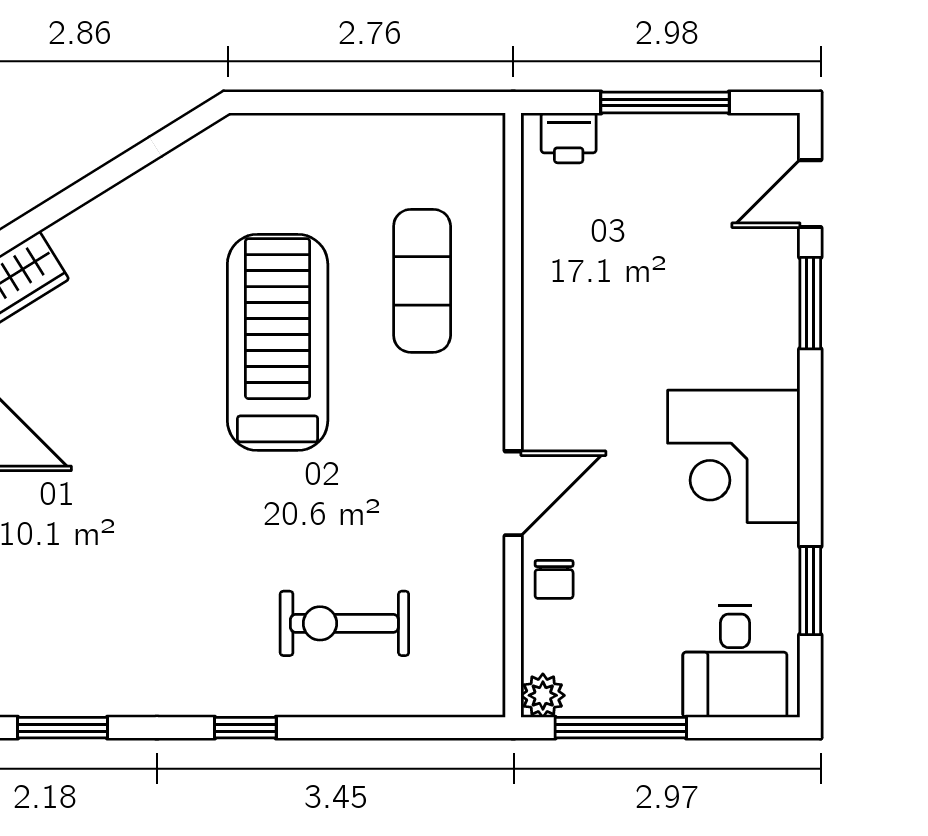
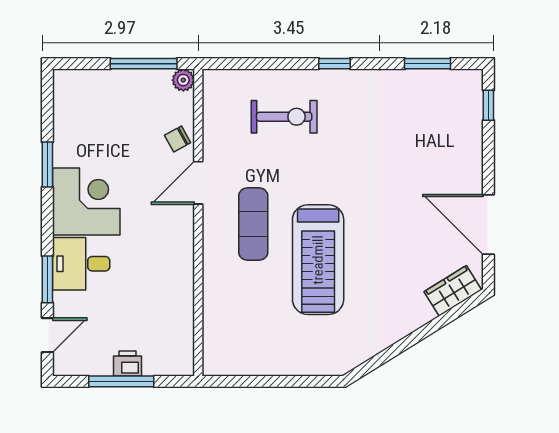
printer: (569, 138) -> (128, 364), moved
exercise mat: (422, 281) -> (253, 224), moved
chair: (554, 579) -> (178, 139), turned -119
window: (810, 591) -> (47, 164), moved
desk: (735, 661) -> (81, 264), moved, turned -90

